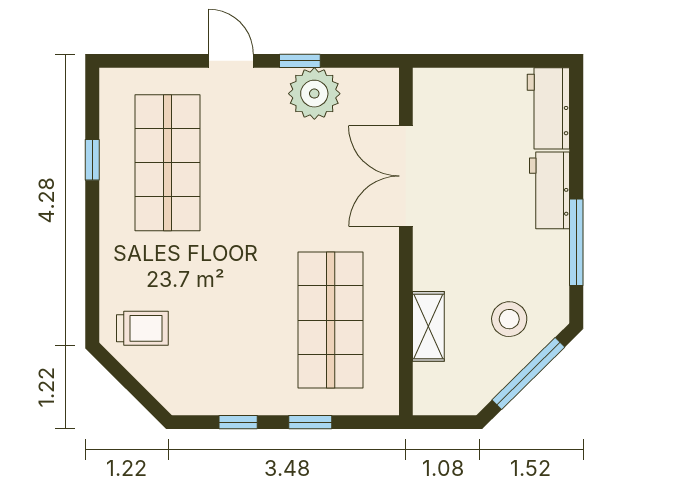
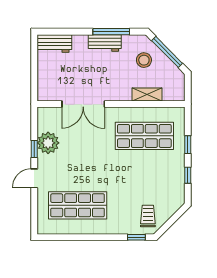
window: (92, 160) -> (136, 237), moved
workbench: (550, 190) -> (105, 43), moved

